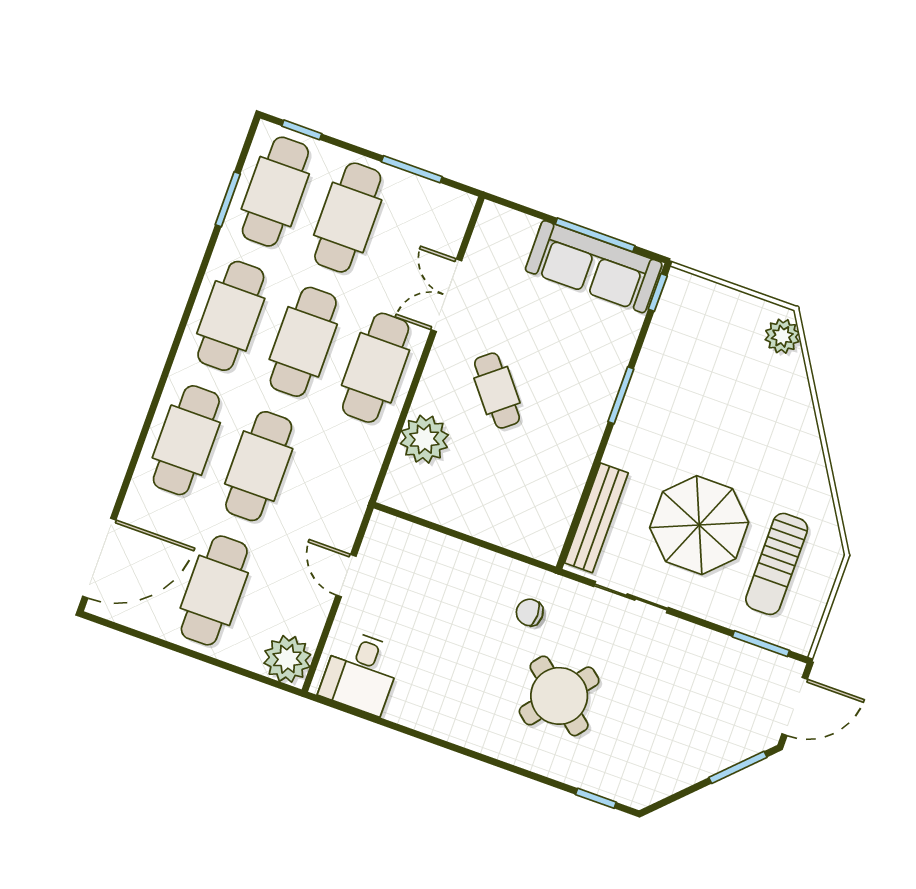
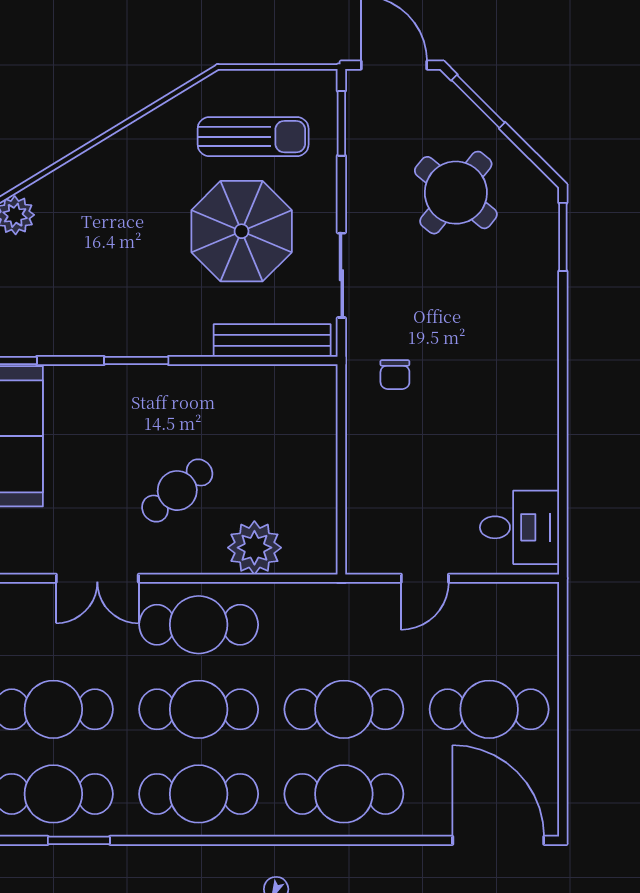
plant: (287, 659) -> (533, 608), removed
round table: (559, 696) -> (456, 193), moved
window: (596, 798) -> (563, 237), width x1.50

